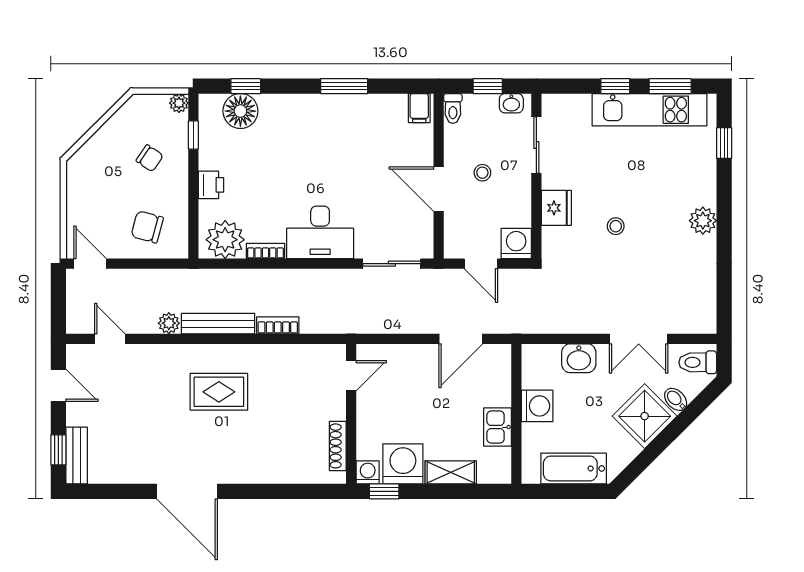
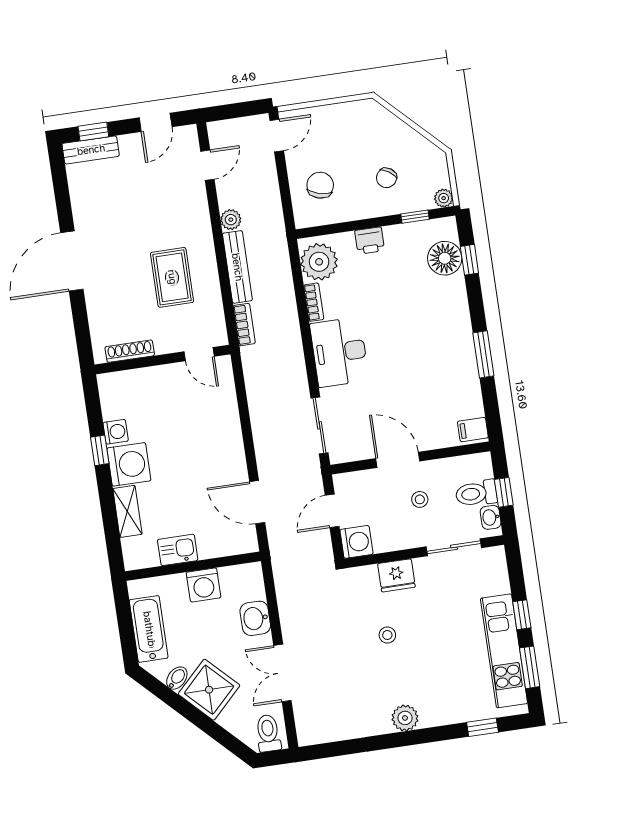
toilet: (453, 108) -> (476, 493), moved, width x1.37, depth x1.39
door: (439, 189) -> (398, 460), hinge flipped
door: (351, 376) -> (199, 354), moved
bidet: (676, 399) -> (177, 678), moved
wall: (351, 414) -> (162, 359), moved
shoe rack: (338, 446) -> (130, 351), moved

